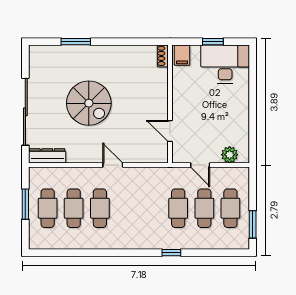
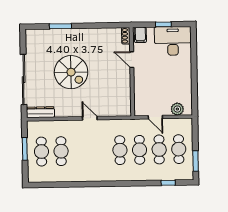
door: (170, 131) -> (132, 60), moved
cafe table: (100, 208) -> (120, 150), moved
window: (171, 253) -> (168, 183), moved

